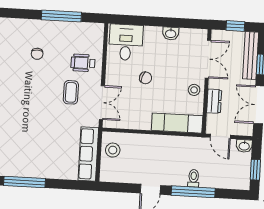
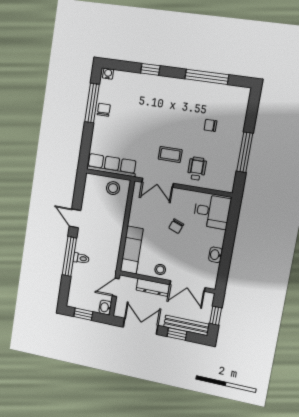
dresser: (214, 101) -> (153, 287), width x1.44
chair: (30, 169) -> (104, 110), added

